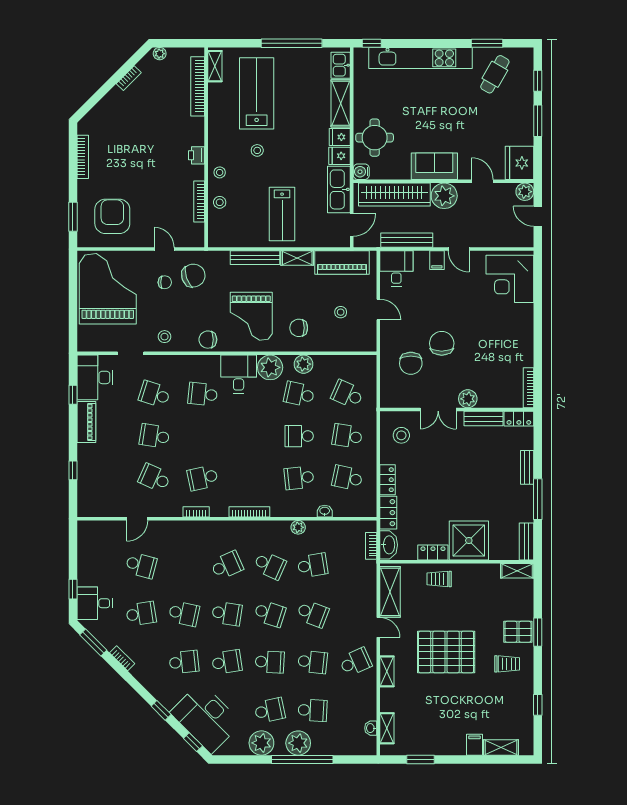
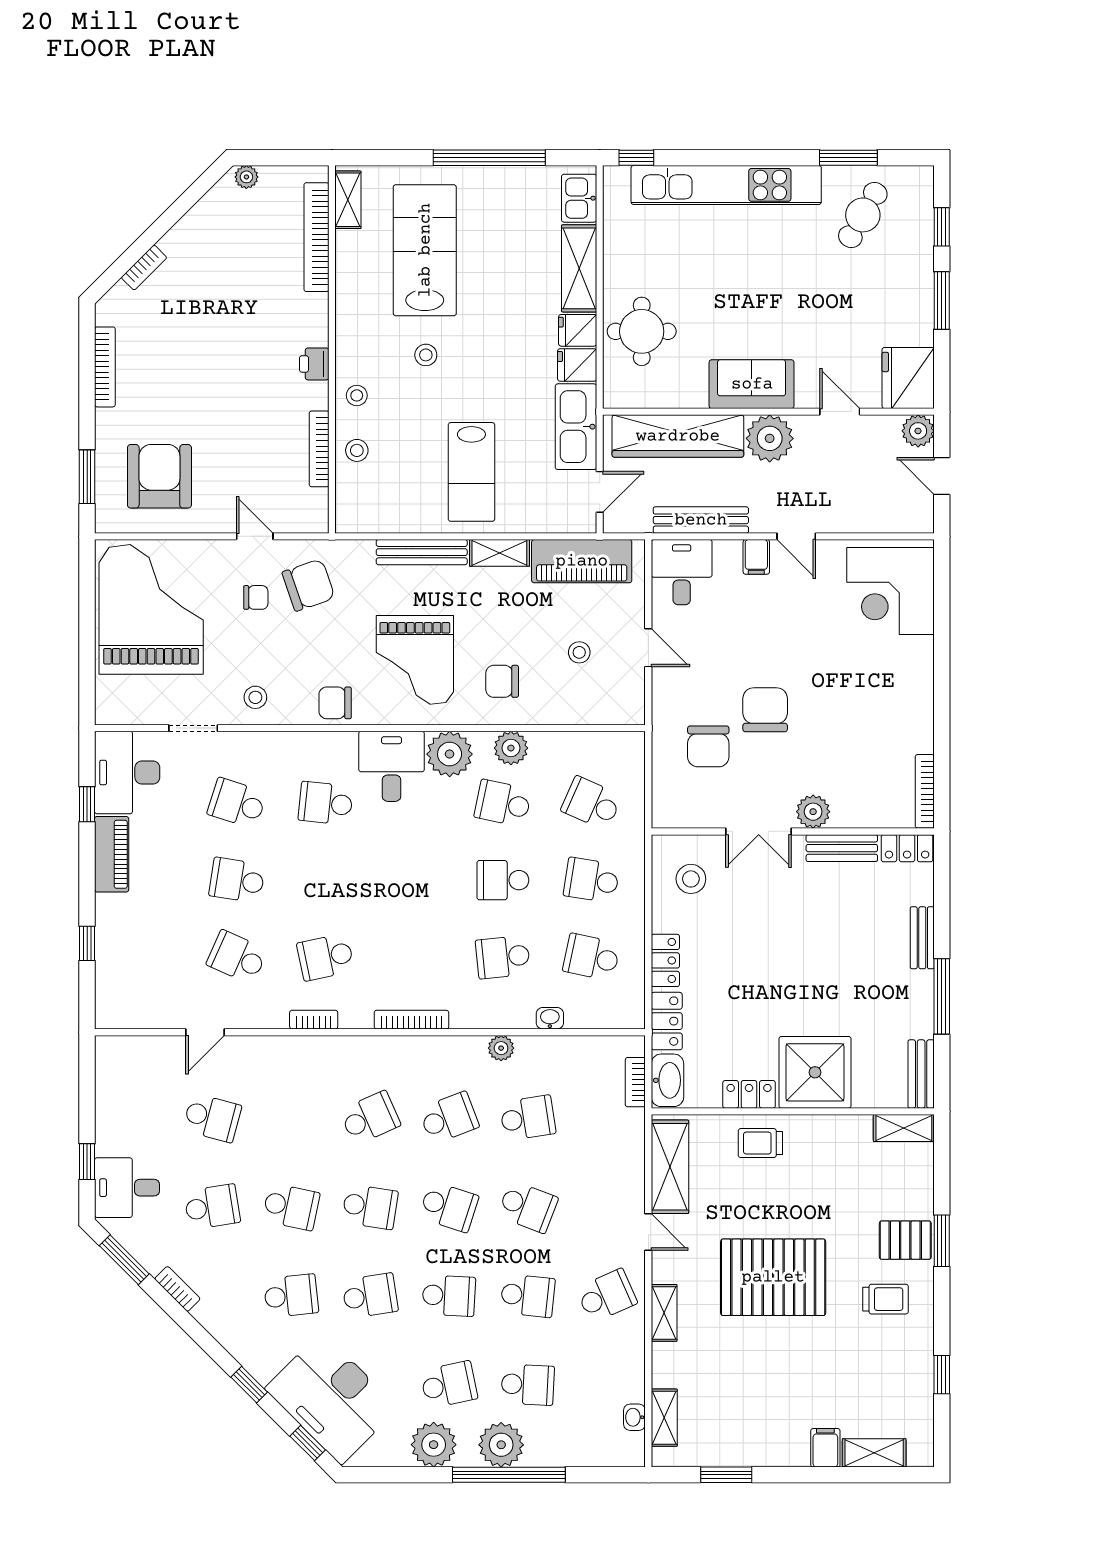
bookcase: (129, 78) -> (144, 268), moved
water cooler: (361, 172) -> (617, 394), removed
school desk: (270, 565) -> (449, 1118), turned -45

